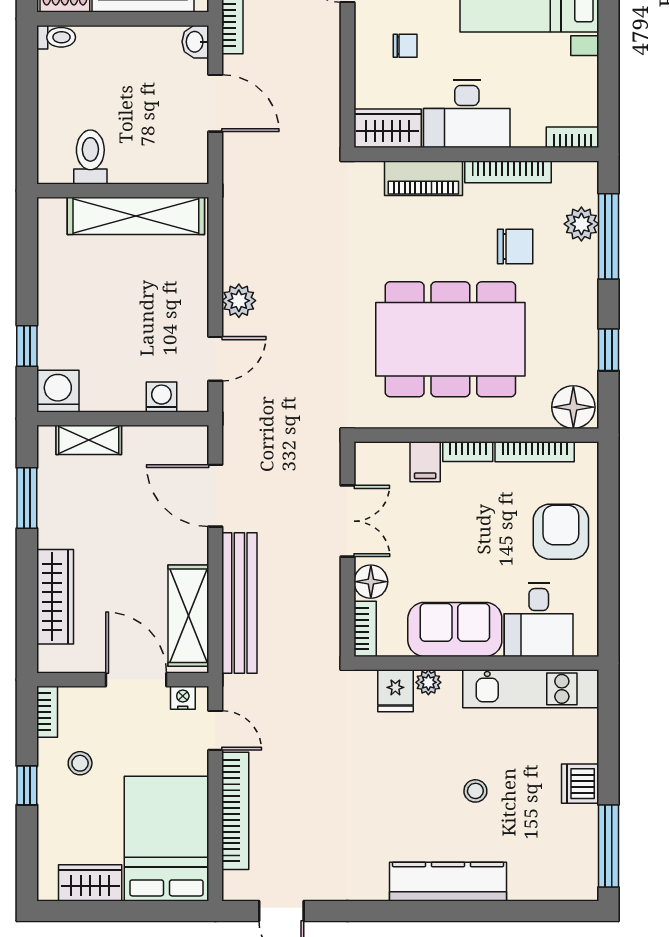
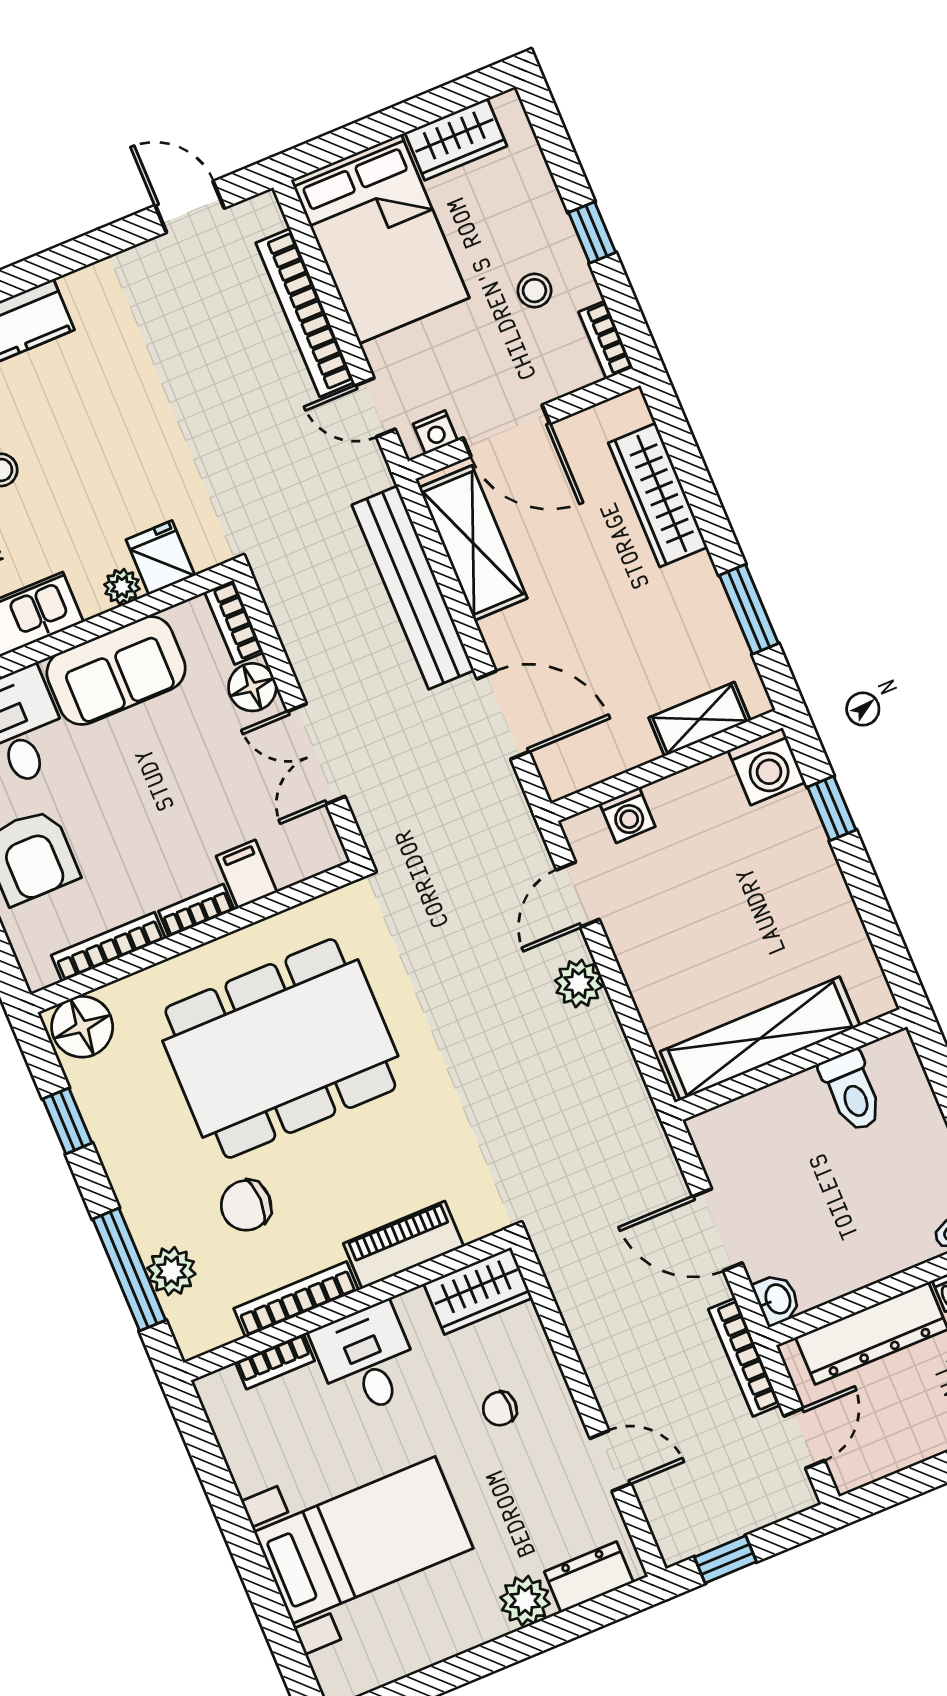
desk: (467, 114) -> (366, 1359), width x0.73
bookcase: (572, 137) -> (275, 1361), moved

